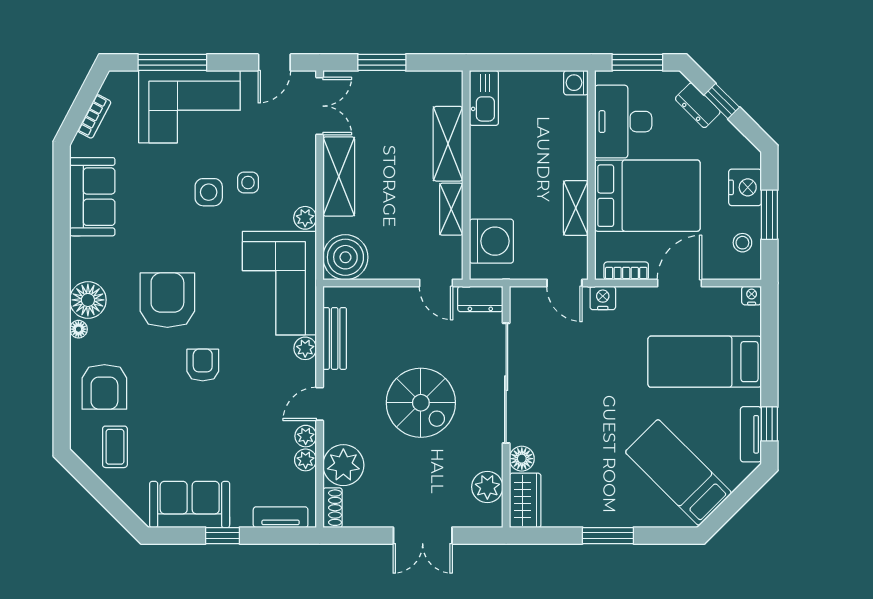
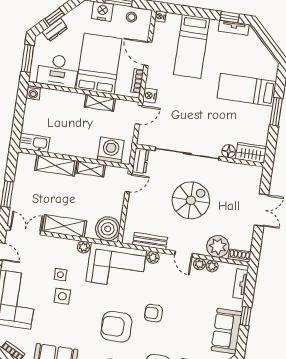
bed: (678, 472) -> (247, 90), moved, turned 45
plant: (487, 487) -> (241, 172), removed

